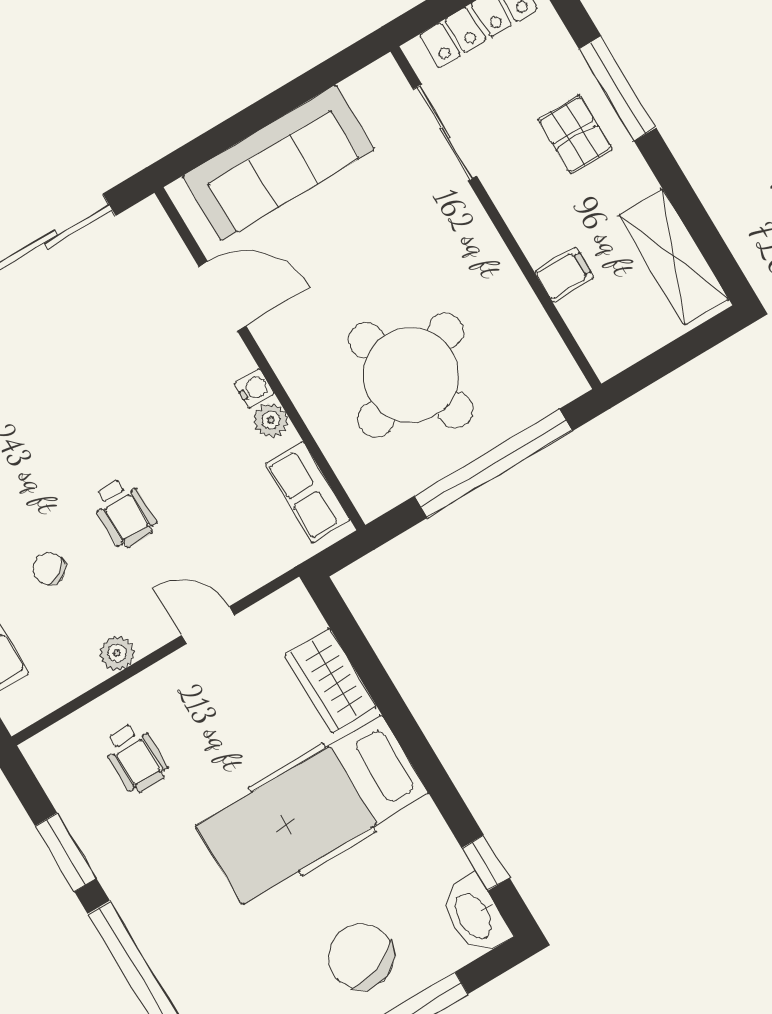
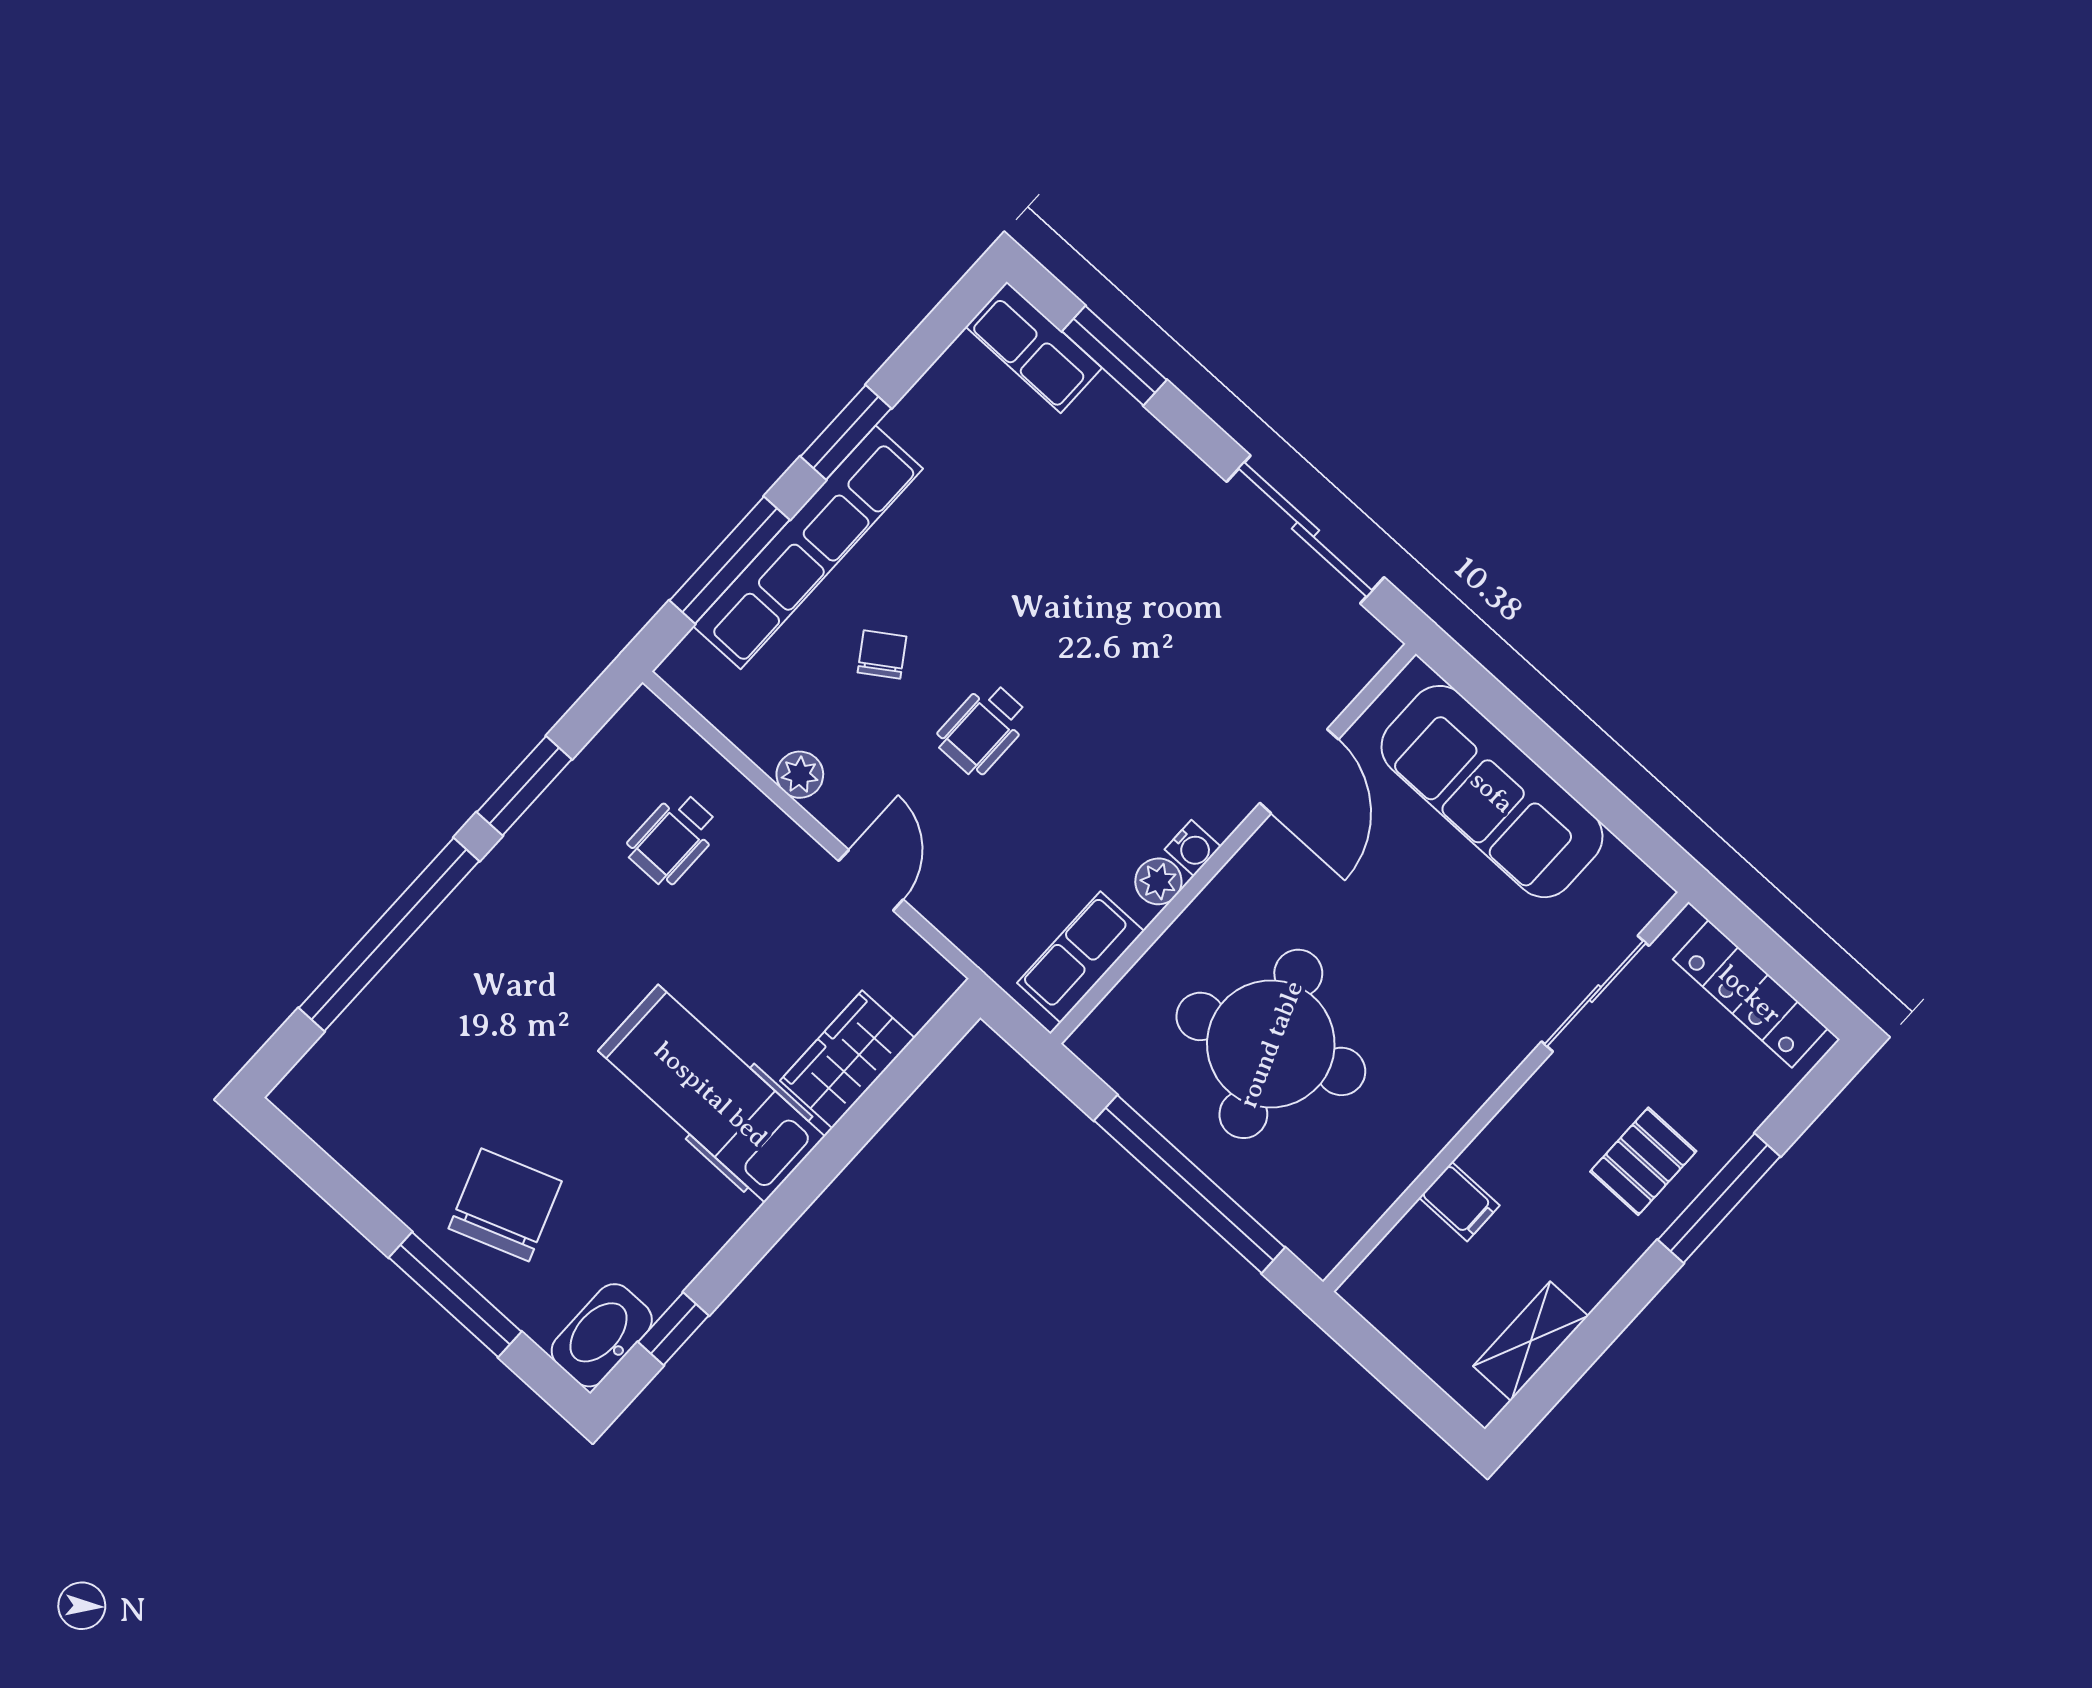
shelving: (673, 257) -> (1531, 1341), width x0.67, depth x0.75
hospital bed: (312, 810) -> (711, 1094), width x0.73, depth x0.78

